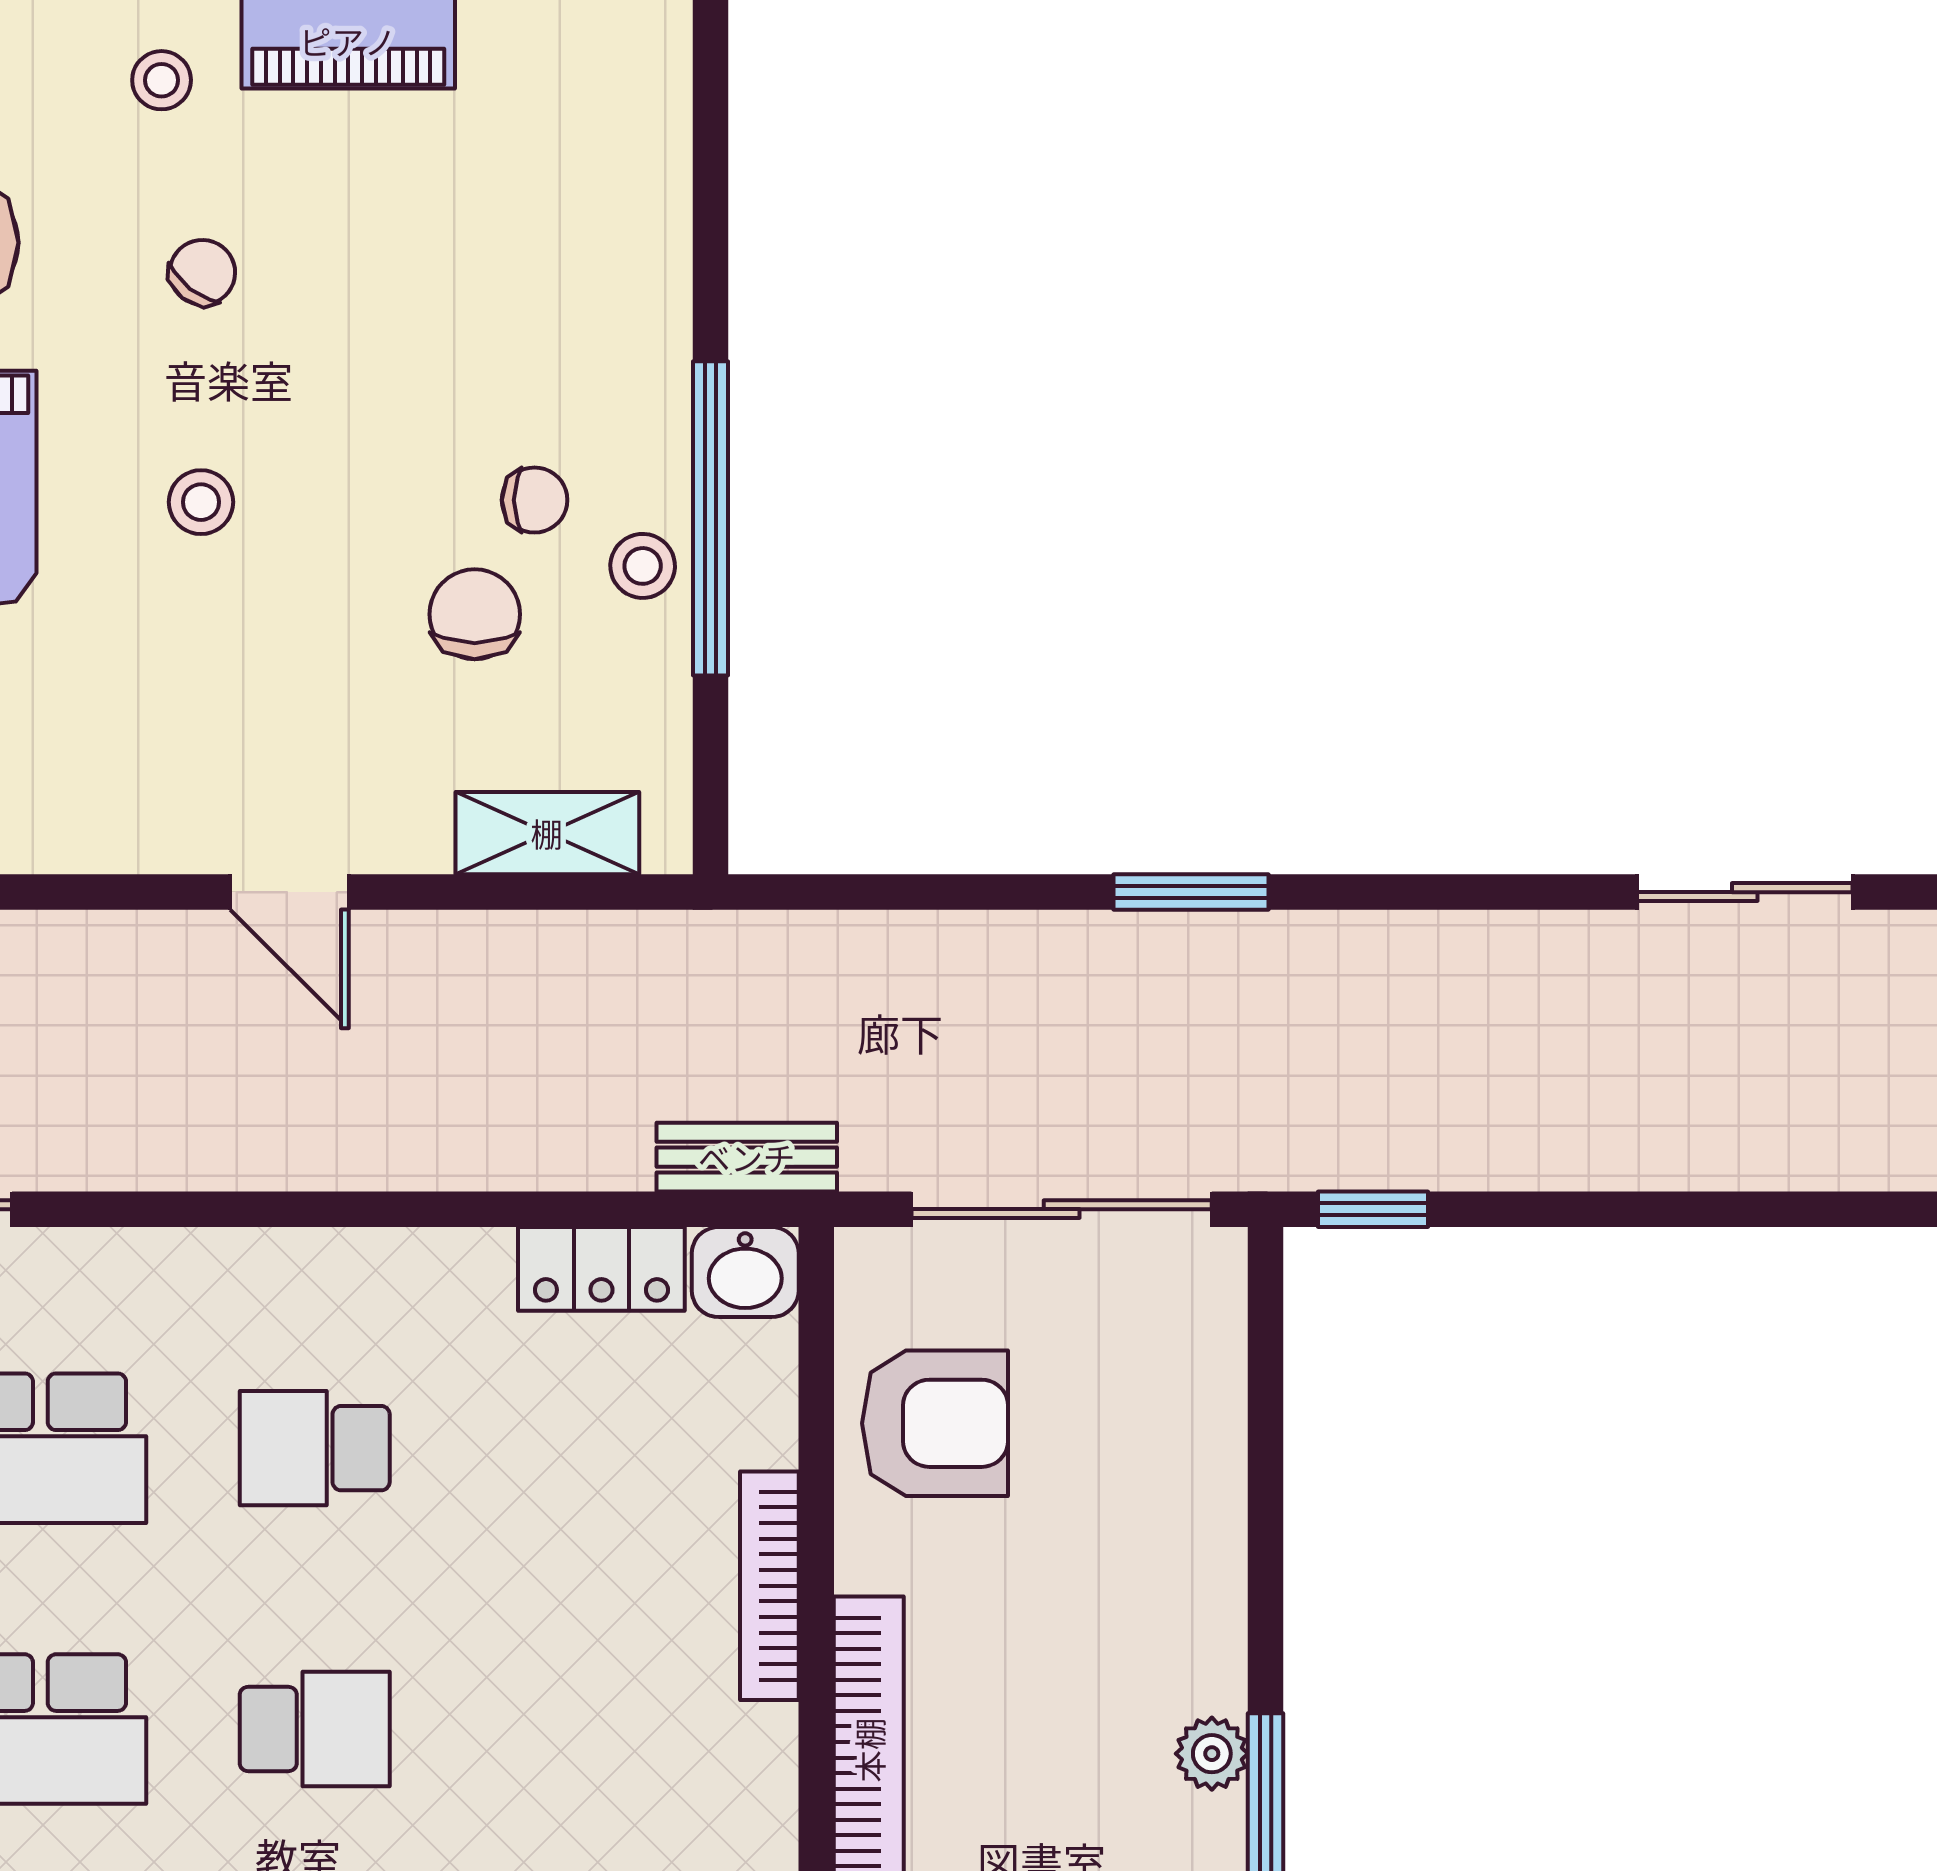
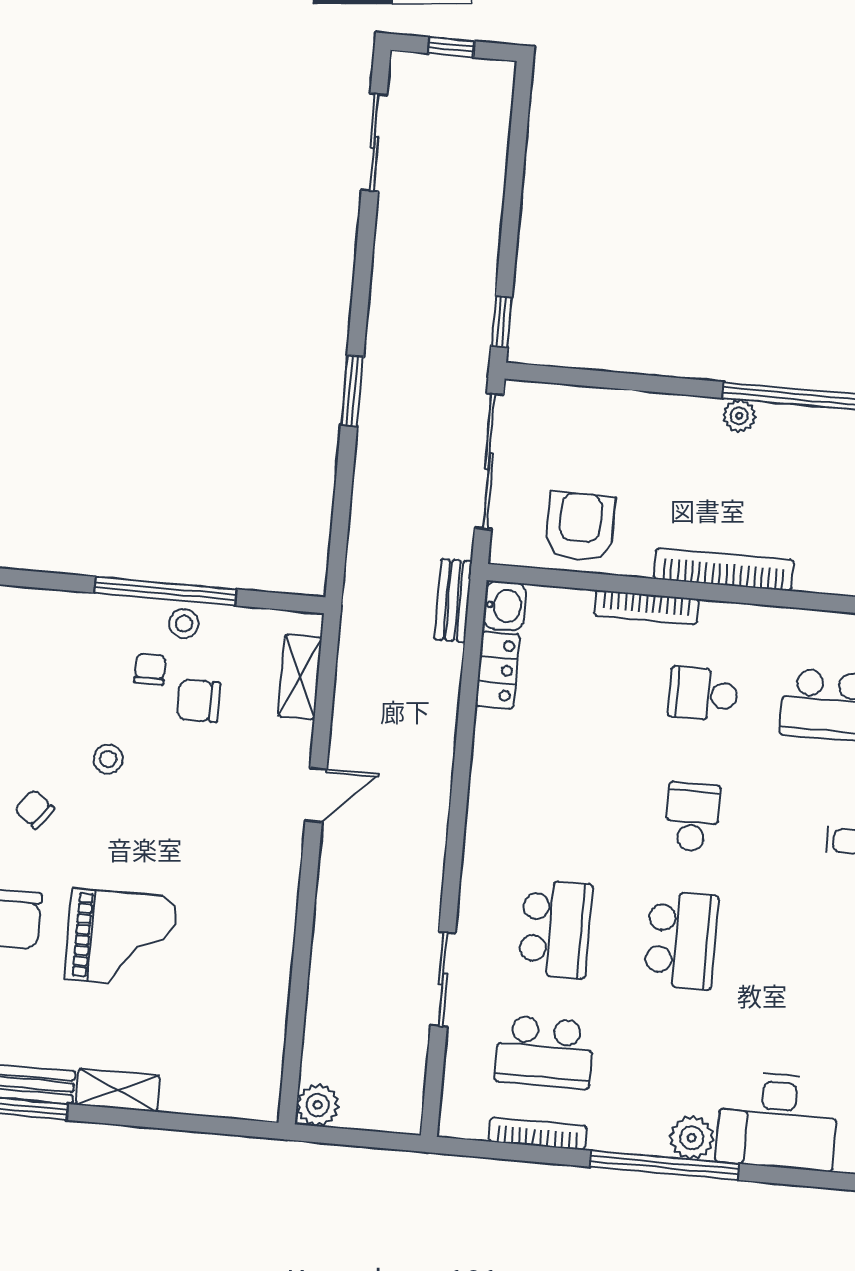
stool: (201, 502) -> (108, 759), moved
school desk: (315, 1448) -> (703, 694), moved, turned 90

